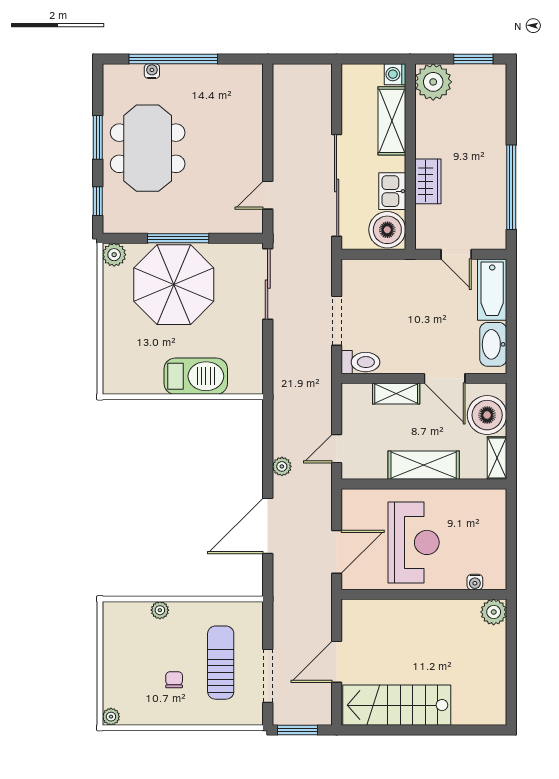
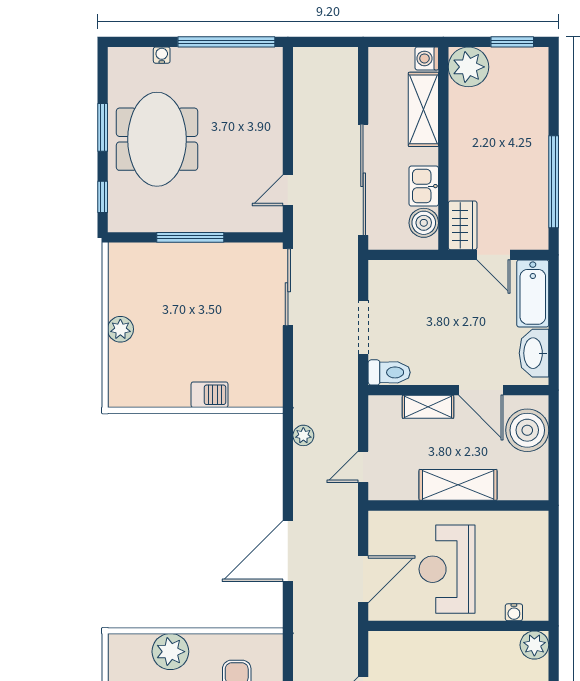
window: (173, 59) -> (226, 42), moved
wardrobe: (428, 181) -> (463, 225), moved
boiler: (387, 230) -> (424, 223), width x0.73, depth x0.73
plant: (114, 255) -> (120, 329), moved
parasol: (174, 285) -> (186, 288), removed
barbecue: (196, 376) -> (210, 395), width x0.53, depth x0.65
shelving: (497, 458) -> (538, 477), removed
plant: (282, 466) -> (303, 435), moved
reception desk: (414, 542) -> (447, 569), turned 180
plant: (160, 610) -> (170, 652), width x1.88, depth x1.88

